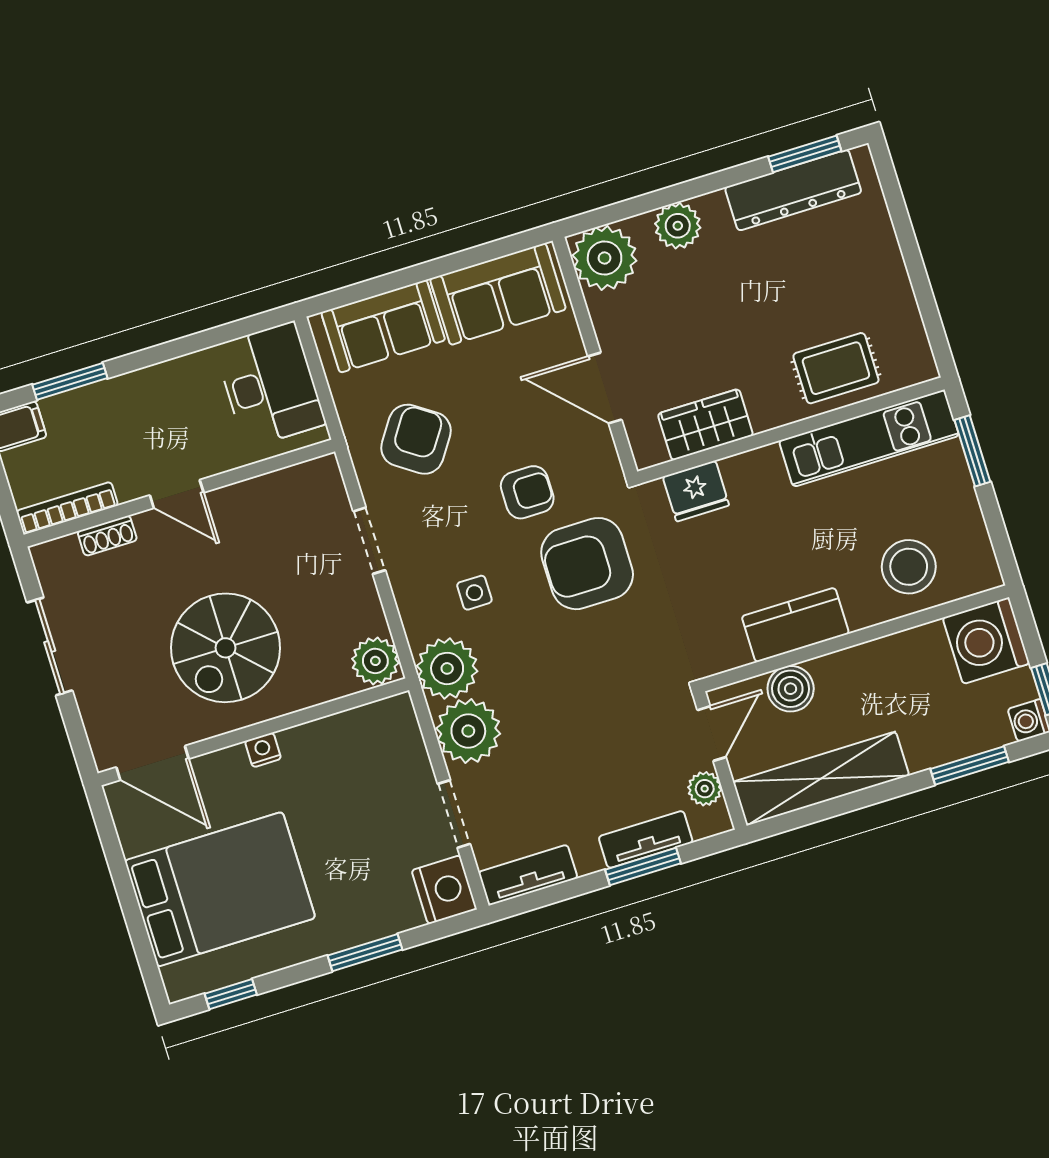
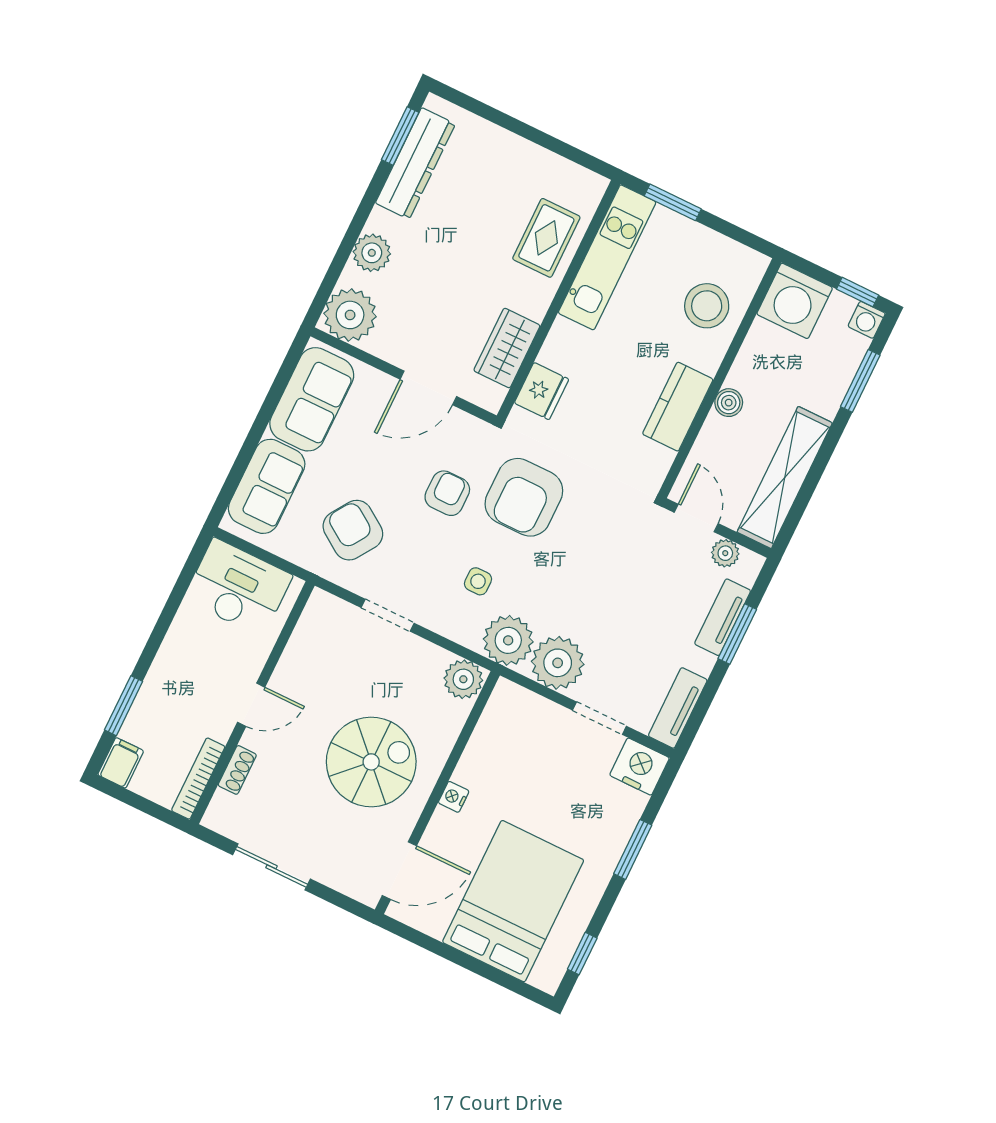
spiral stairs: (226, 648) -> (371, 762), turned -90
boiler: (791, 689) -> (729, 403), moved, width x0.73, depth x0.73

